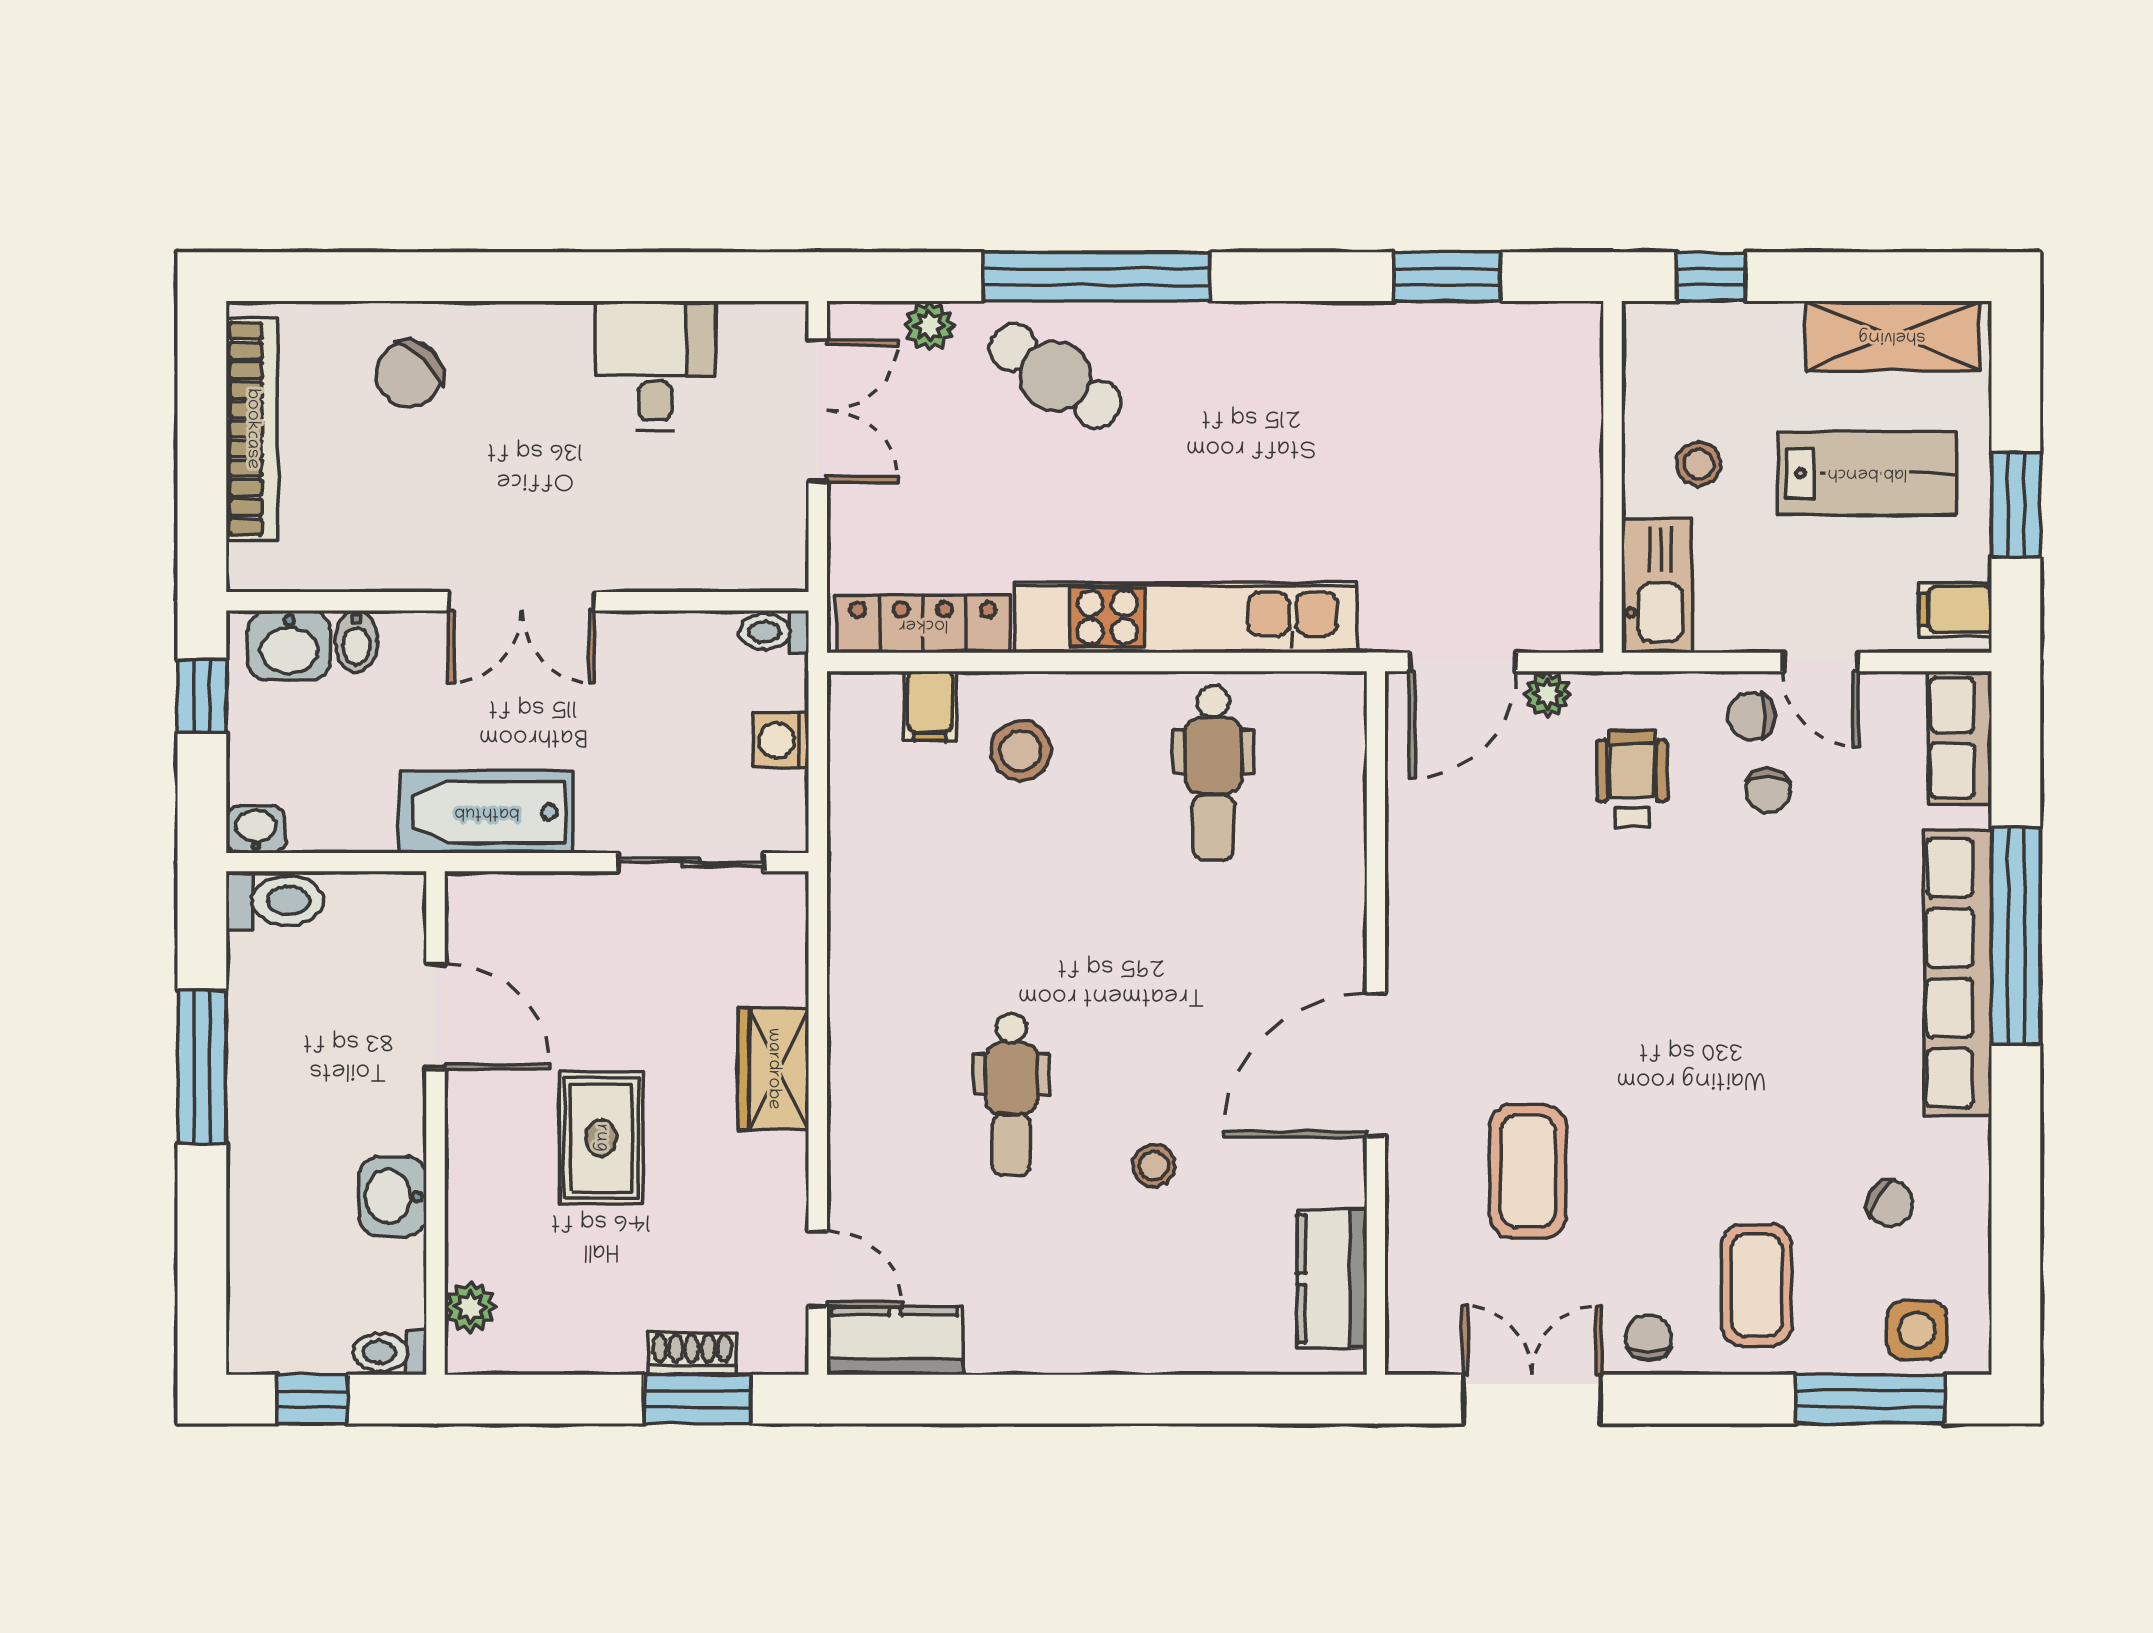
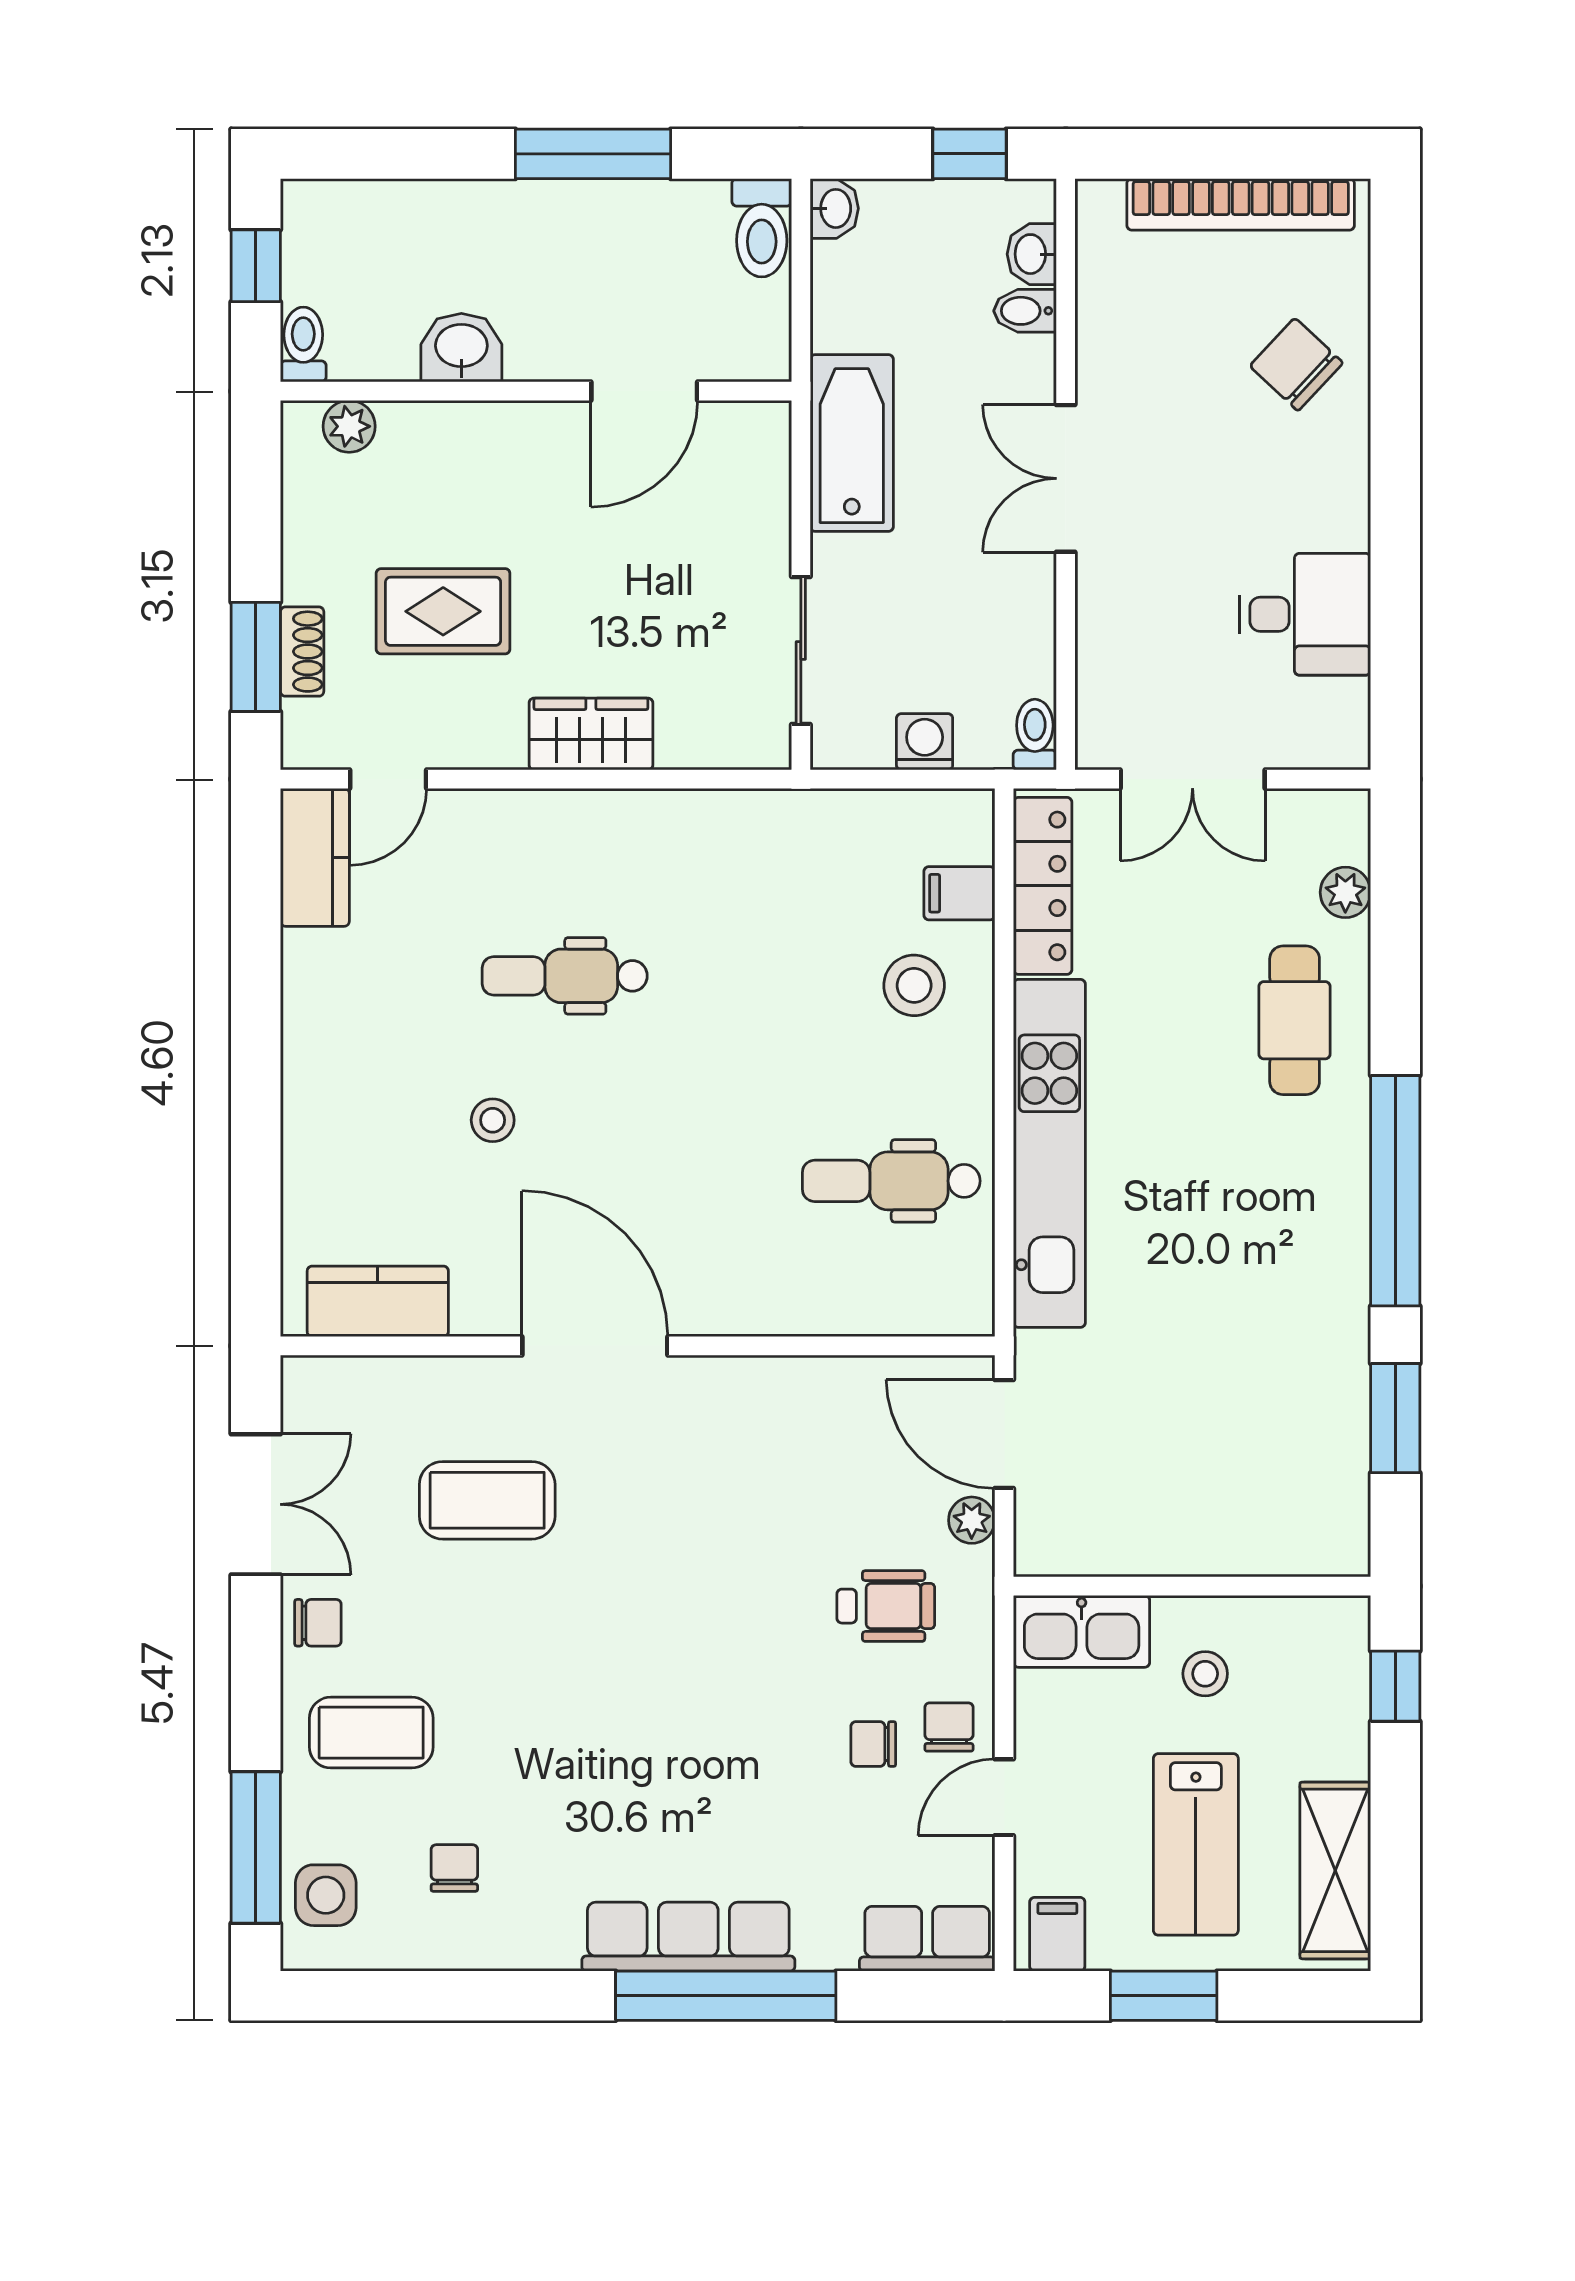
window: (1096, 277) -> (1395, 1191), moved
cafe table: (1055, 376) -> (1295, 1020), turned -34
double door: (818, 411) -> (1193, 779), moved
washbasin: (289, 645) -> (1032, 254), width x0.72, depth x0.69
row of seats: (1958, 973) -> (688, 1937), width x0.73
rug: (601, 1138) -> (443, 611), moved
chair: (1890, 1203) -> (454, 1868), turned 149

